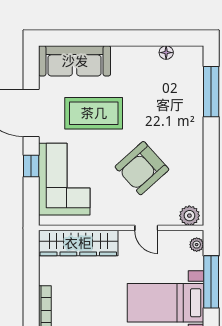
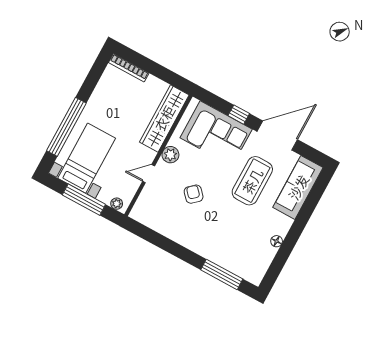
floor lamp: (166, 53) -> (277, 241), moved
armchair: (142, 168) -> (194, 194), width x0.53, depth x0.53
plant: (189, 216) -> (170, 155), moved

